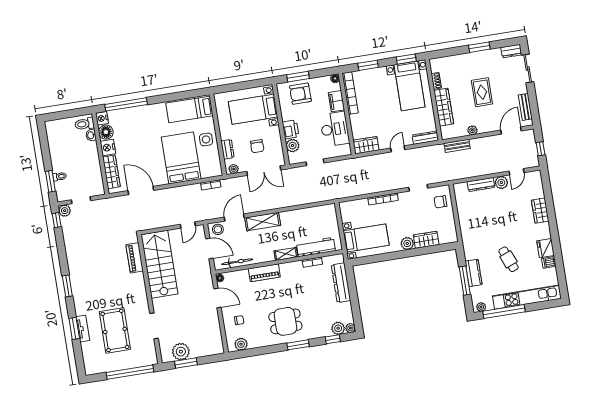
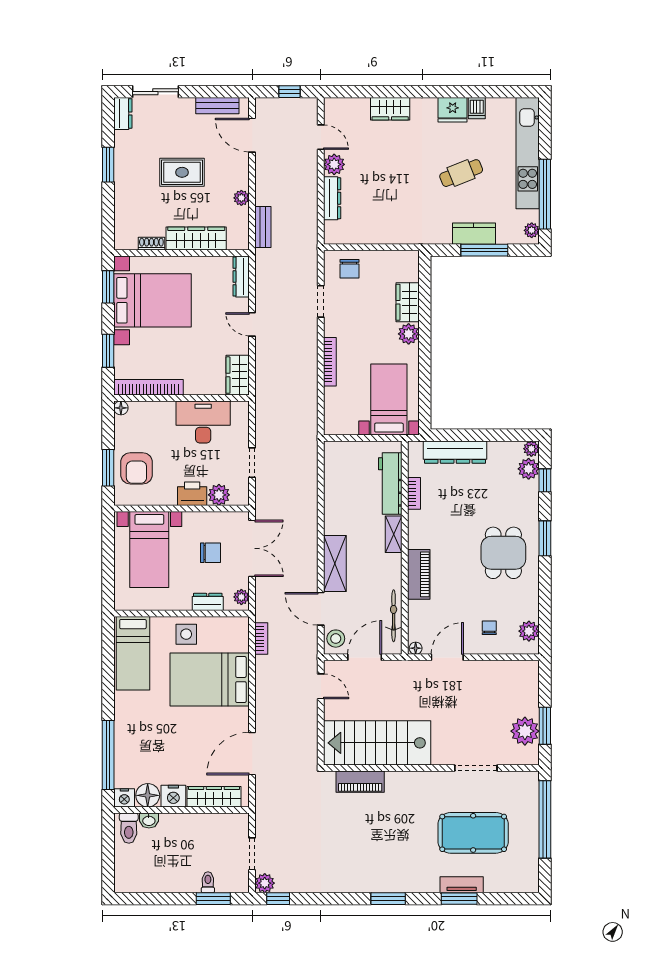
bed with nightstands: (410, 86) -> (153, 300), width x1.36
filing cabinet: (336, 101) -> (158, 412), removed

